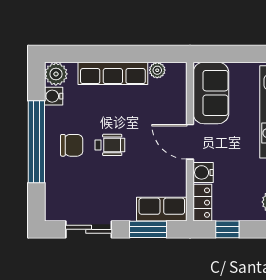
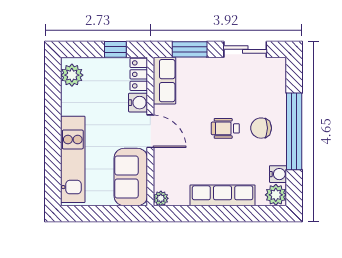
plant: (157, 70) -> (161, 198), moved
row of seats: (162, 209) -> (164, 81), moved, turned -90

